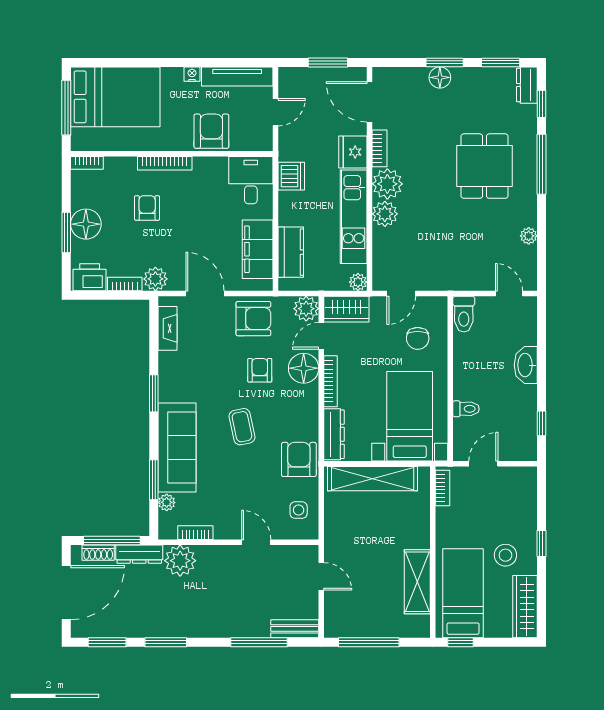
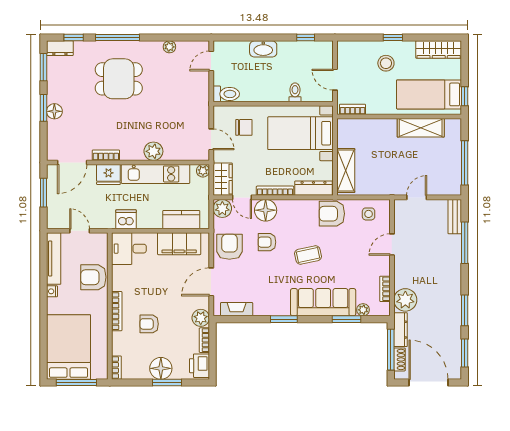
plant: (387, 184) -> (132, 149), removed
shelving: (373, 479) -> (346, 171), width x0.68
stool: (505, 555) -> (386, 63), moved

